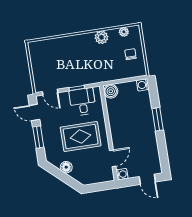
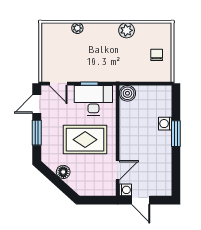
plant: (124, 32) -> (77, 28), moved
washing machine: (143, 85) -> (165, 124), moved
desk: (83, 102) -> (93, 100), width x1.37
door: (34, 112) -> (37, 104), hinge flipped
door: (147, 179) -> (141, 200), moved

